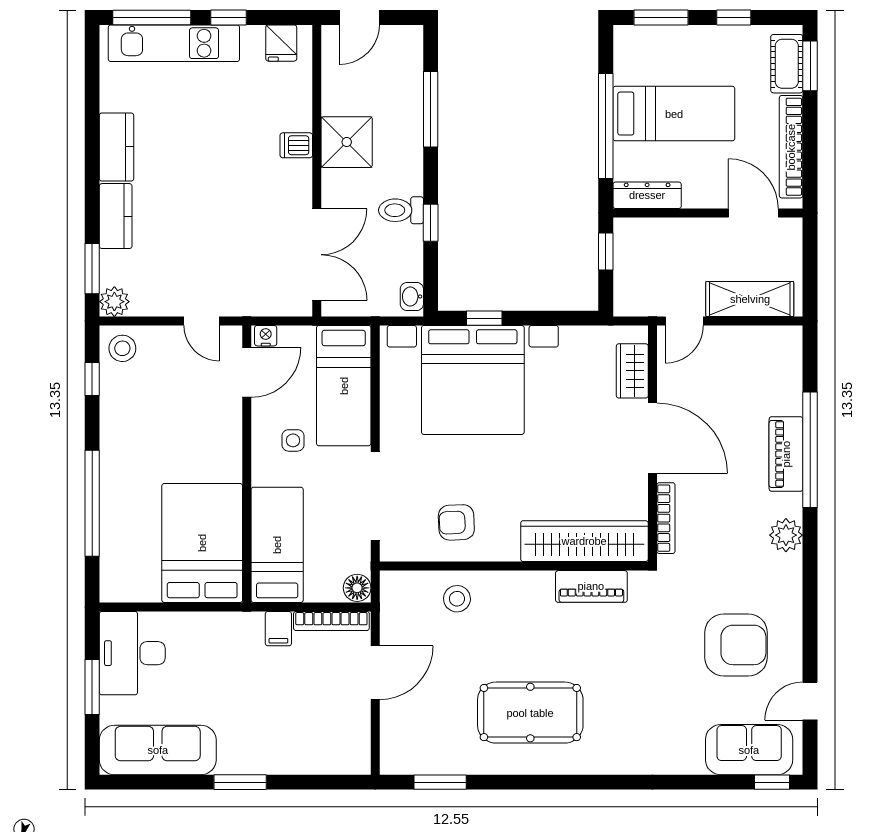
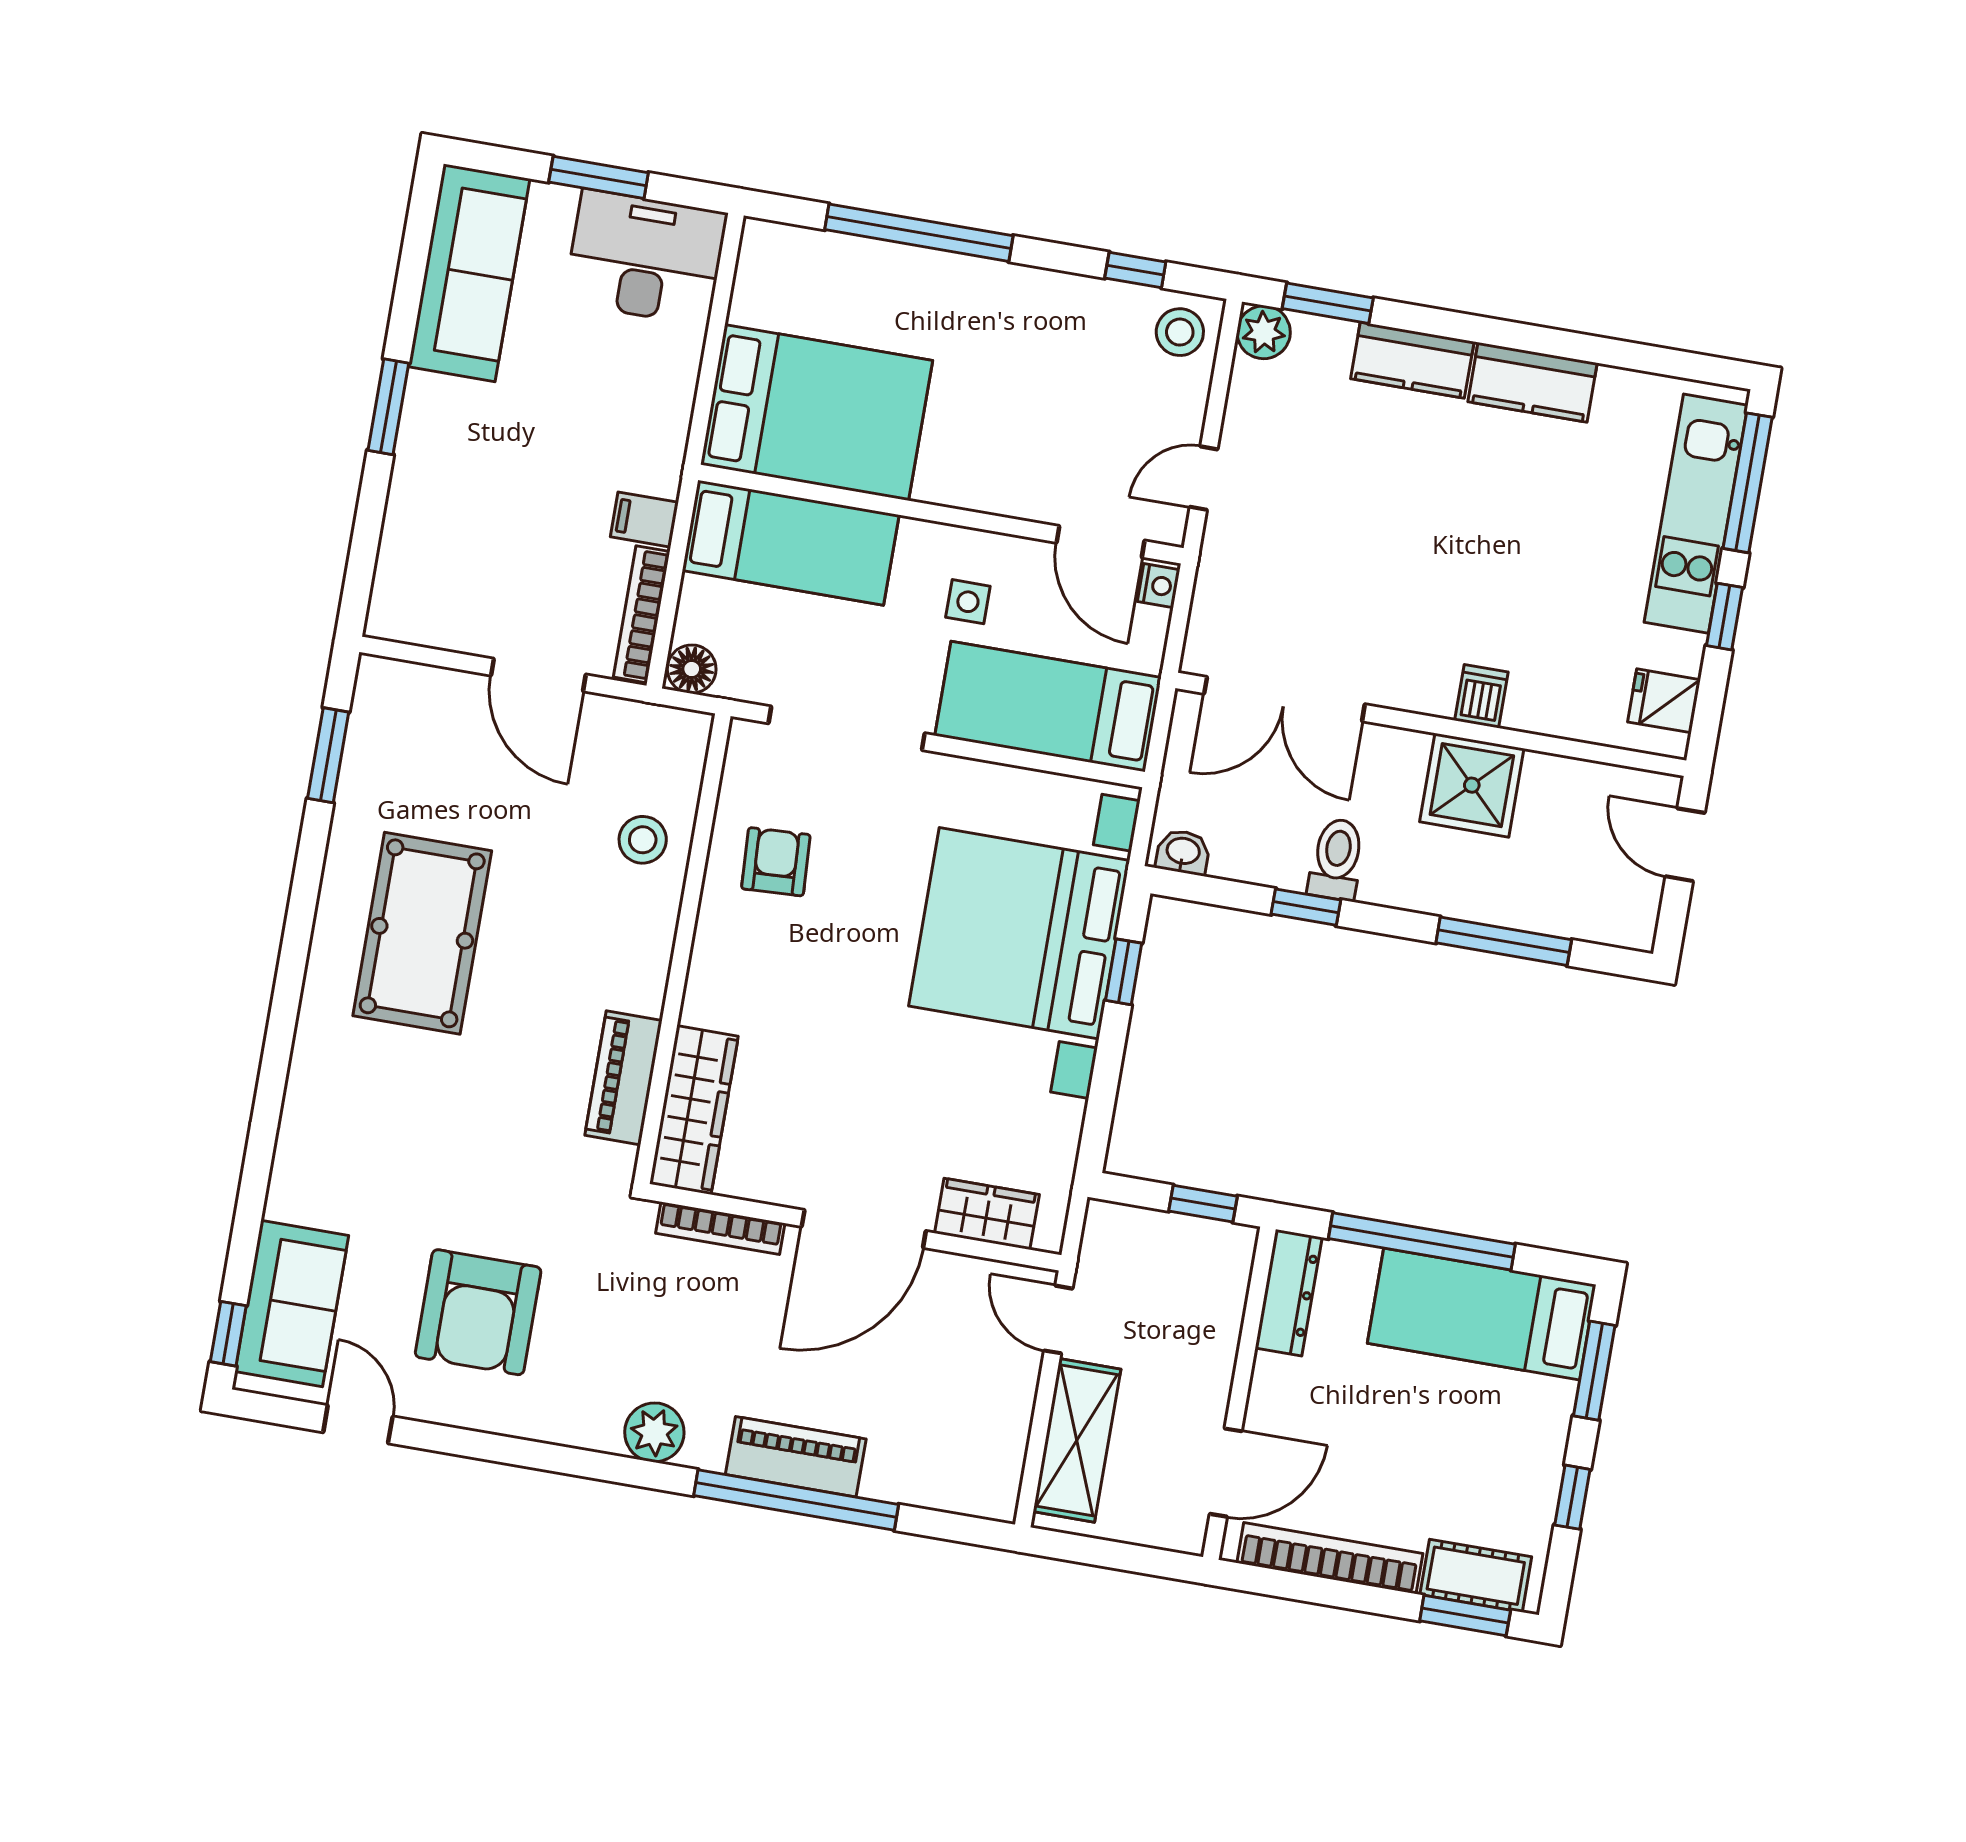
bed: (674, 114) -> (1482, 1314), moved, turned 90
wardrobe: (584, 541) -> (694, 1110), width x0.71, depth x0.85

